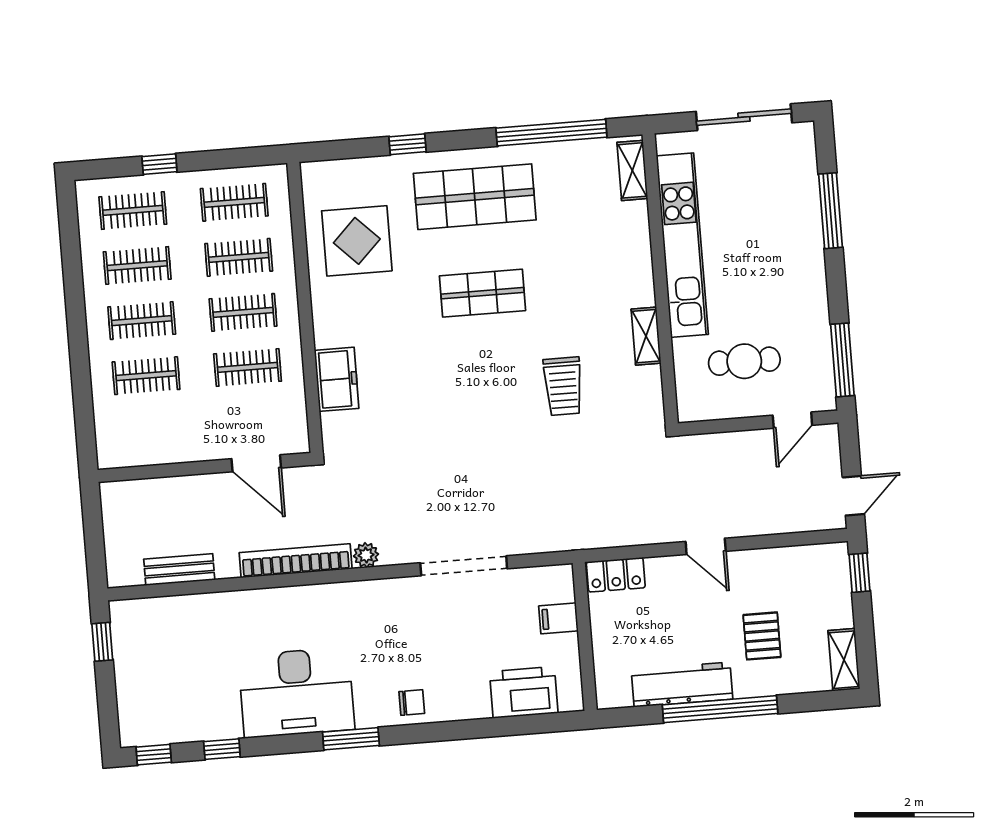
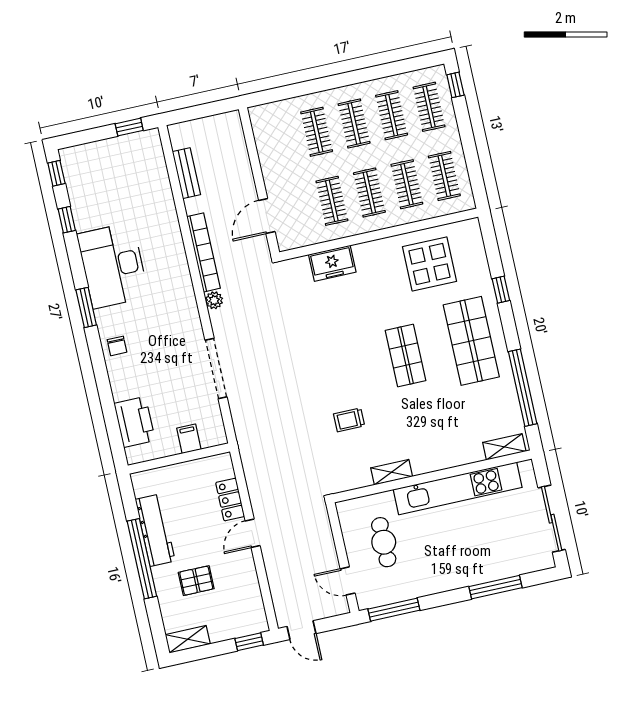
window: (159, 164) -> (455, 85), moved
trolley: (563, 386) -> (349, 420), width x0.73, depth x0.72
locker: (616, 575) -> (230, 500), moved

